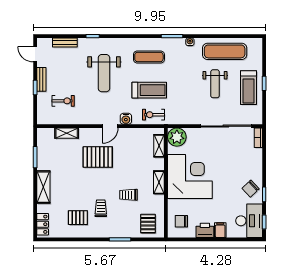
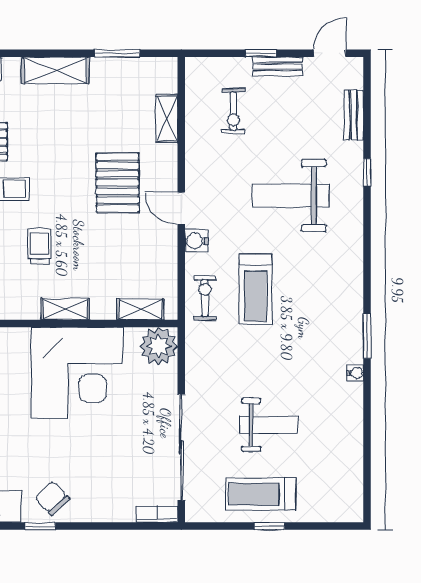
exercise mat: (225, 51) -> (335, 445), removed
exercise mat: (149, 57) -> (324, 288), removed
weight bench: (215, 84) -> (269, 425), turned 180

